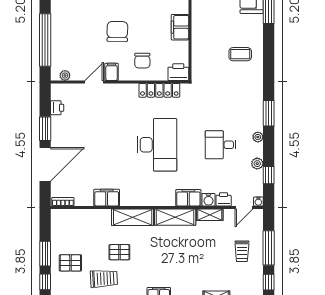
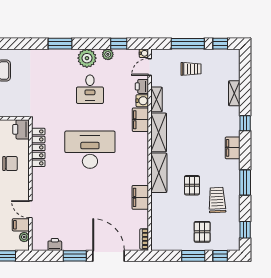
filing cabinet: (112, 72) -> (21, 225), moved
plant: (258, 137) -> (87, 58), width x1.88, depth x1.88
door: (244, 208) -> (150, 67), swing flipped

